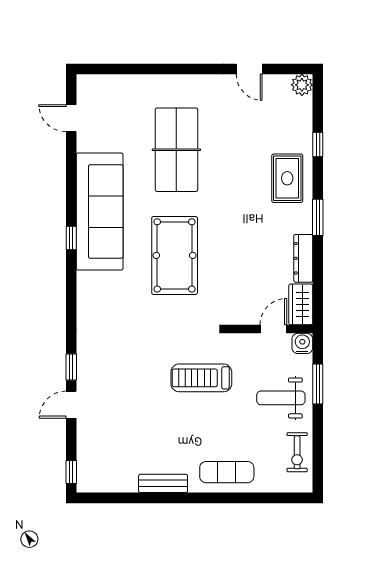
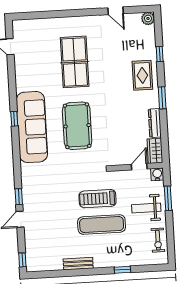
sofa: (100, 211) -> (32, 127), moved
exercise mat: (227, 472) -> (102, 225), moved, width x1.36, depth x1.45
window: (236, 498) -> (122, 270), added

